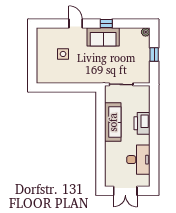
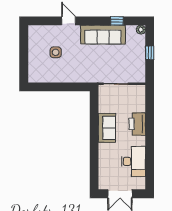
window: (106, 23) -> (117, 21), moved
sofa: (103, 37) -> (103, 35), width x1.36
sofa: (113, 122) -> (107, 128), width x0.73

